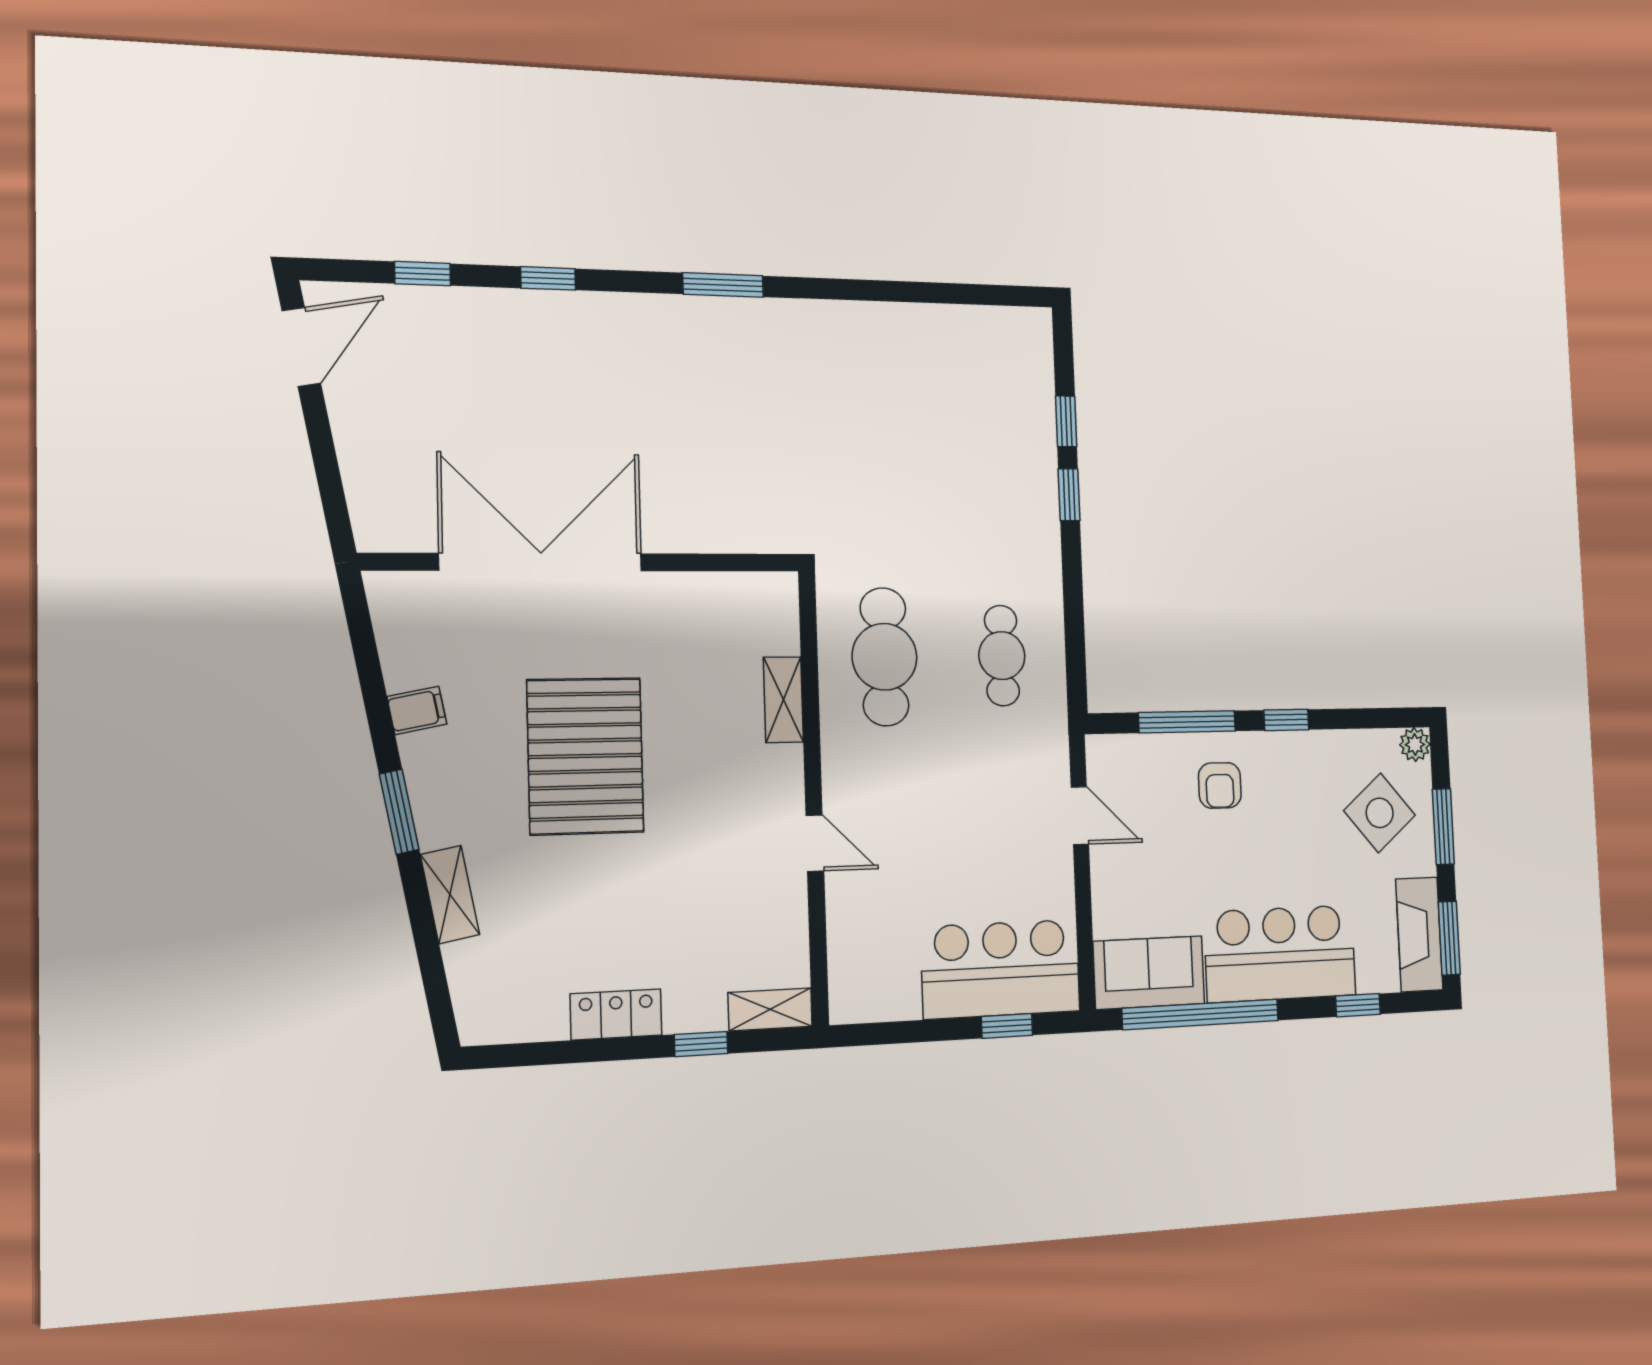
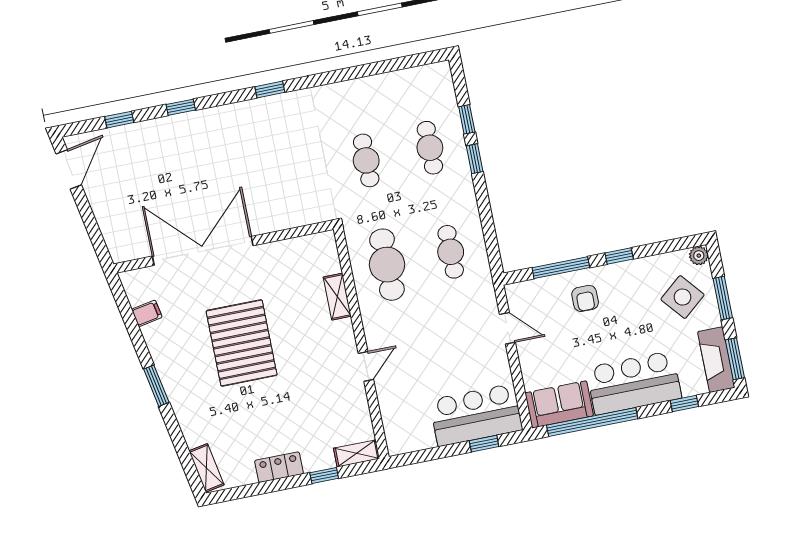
window: (723, 285) -> (270, 89), width x0.67
cafe table: (878, 456) -> (366, 160), added
cafe table: (994, 458) -> (430, 148), added
filing cabinet: (417, 710) -> (147, 313), moved
door: (815, 843) -> (366, 366), hinge flipped
shelving: (450, 895) -> (206, 468), moved

